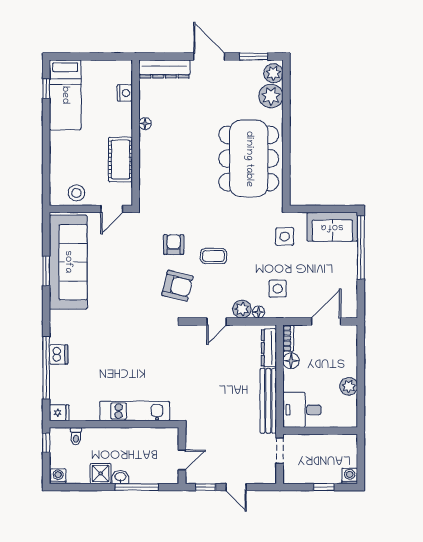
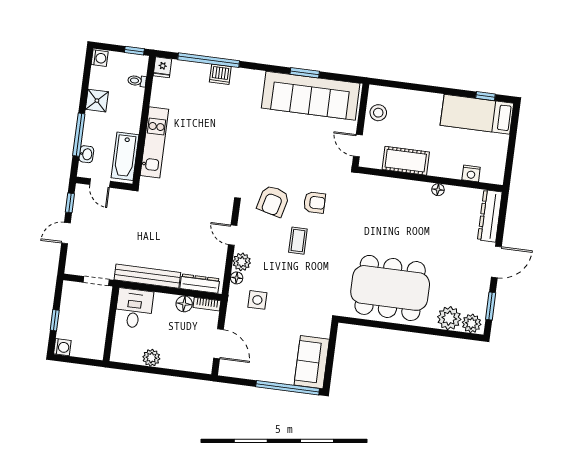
side table: (285, 237) -> (308, 314), removed
bathtub: (152, 438) -> (125, 156), added
washbasin: (120, 477) -> (86, 154), moved

